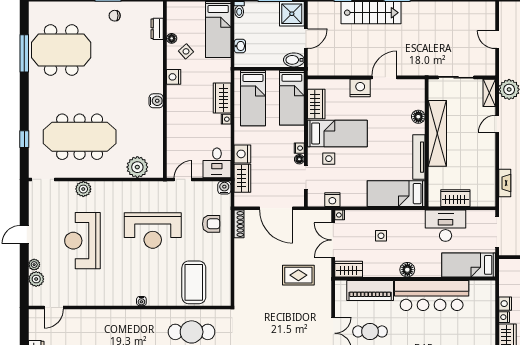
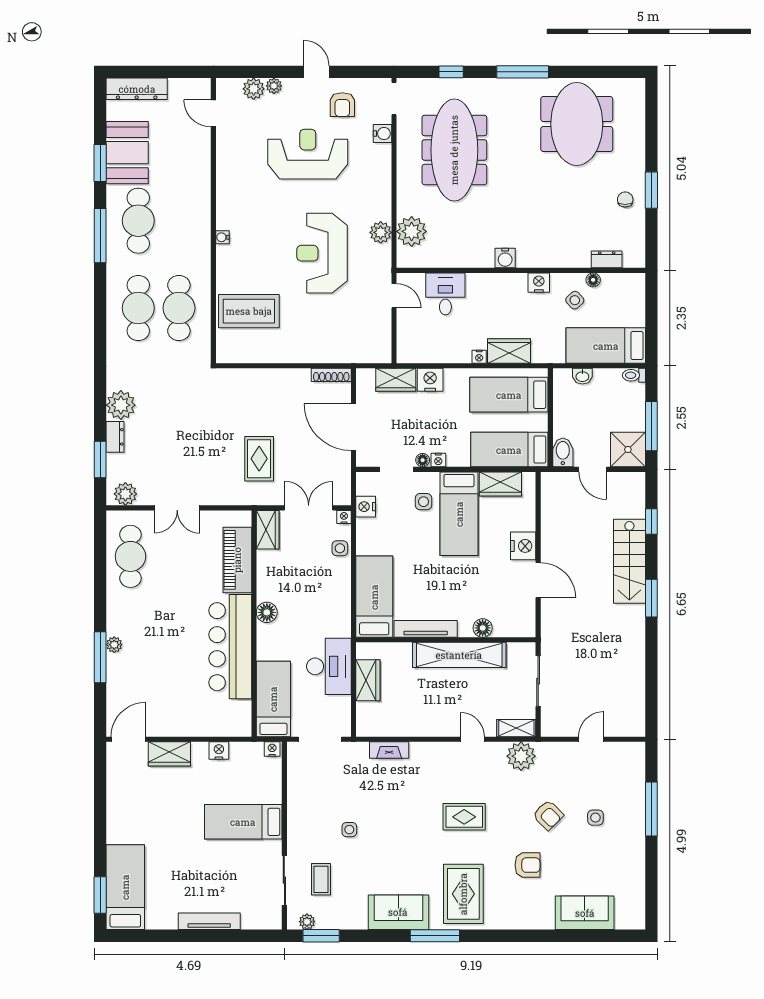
window: (24, 53) -> (523, 72), moved
desk: (217, 163) -> (445, 294), moved, turned 90
water cooler: (224, 188) -> (382, 134), moved
plant: (83, 189) -> (381, 232), moved
door: (276, 208) -> (353, 427), hinge flipped
armchair: (211, 224) -> (342, 105), moved
side table: (381, 236) -> (340, 548), moved
nightstand: (504, 317) -> (272, 749), moved
cafe table: (370, 331) -> (180, 560), removed

